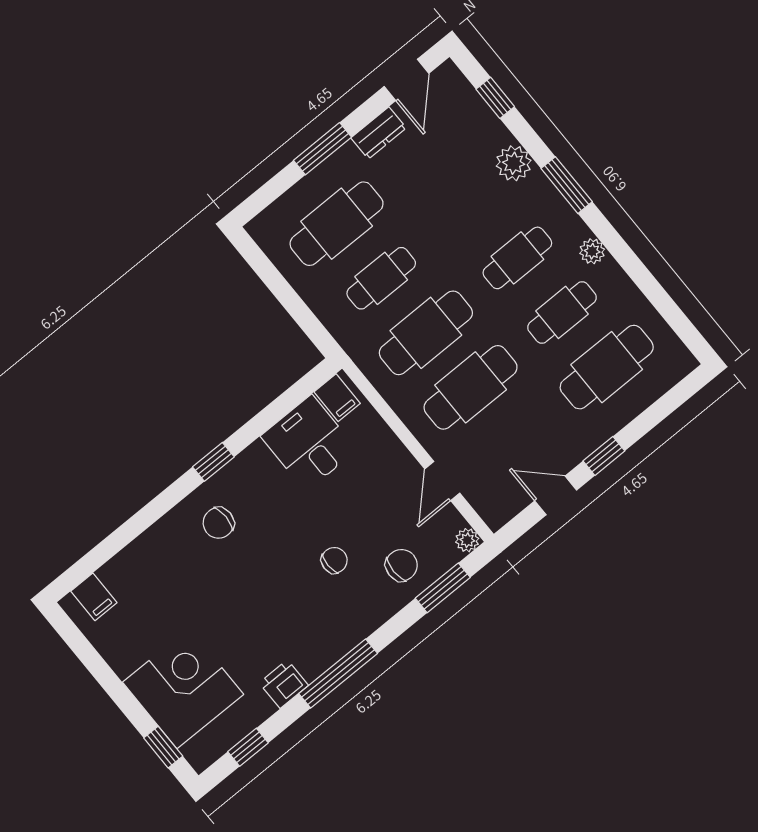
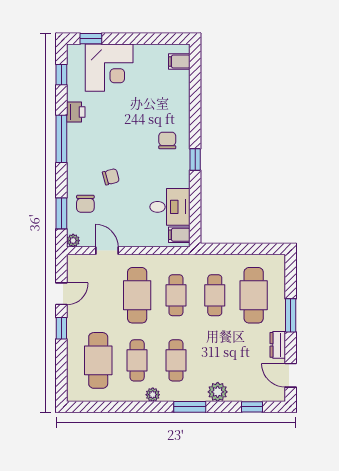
cafe table: (426, 333) -> (176, 295), width x0.73, depth x0.74
chair: (334, 560) -> (111, 177), turned -105

